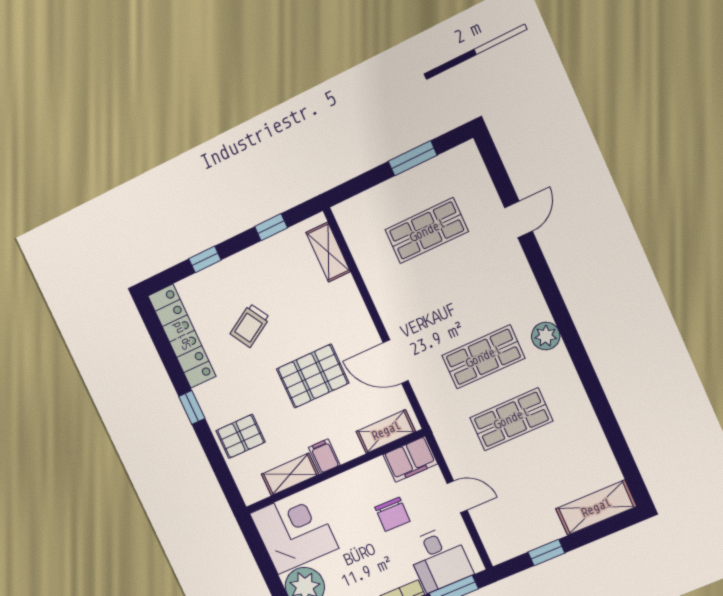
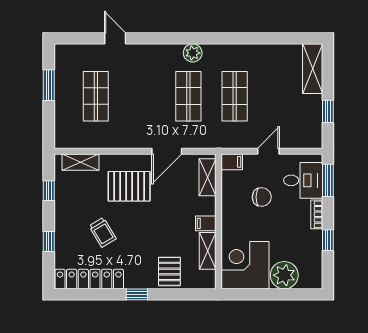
pallet: (313, 376) -> (129, 186), moved, turned 90
filing cabinet: (410, 459) -> (232, 162), width x0.50

